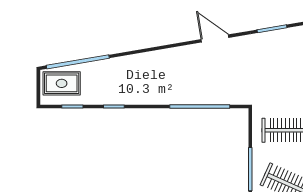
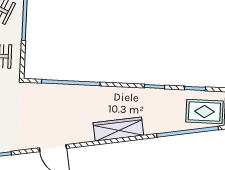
wardrobe: (149, 61) -> (118, 129), added

